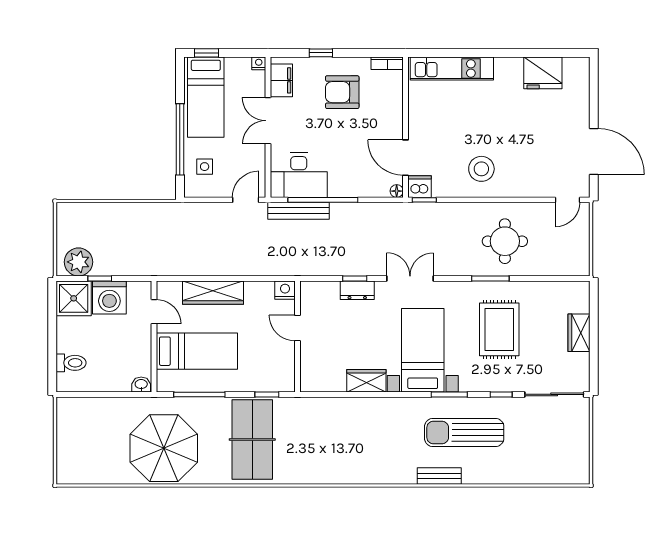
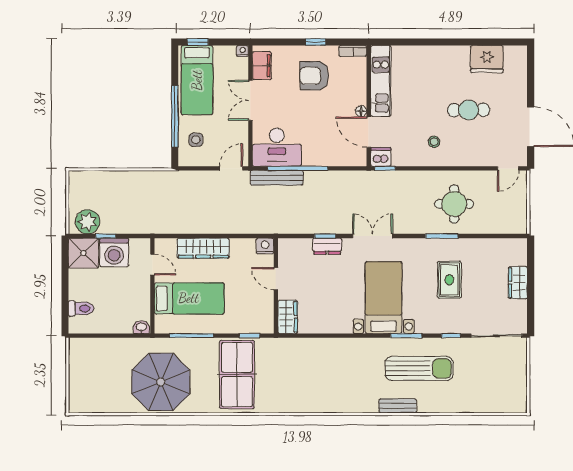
window: (321, 53) -> (315, 42), moved
kitchen unit: (452, 68) -> (381, 81), moved, turned -90
cafe table: (522, 132) -> (469, 110), added
stool: (481, 169) -> (434, 142), width x0.53, depth x0.53
floor lamp: (397, 191) -> (361, 111), moved
rug: (499, 329) -> (449, 280), width x0.73, depth x0.70
wardrobe: (366, 381) -> (288, 317), moved, turned 90
sun lounger: (464, 432) -> (419, 368), turned 180

